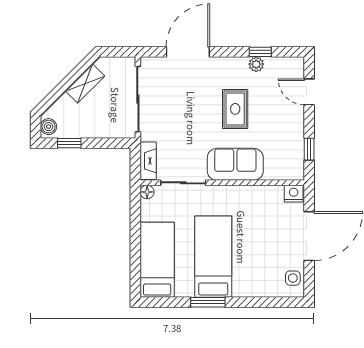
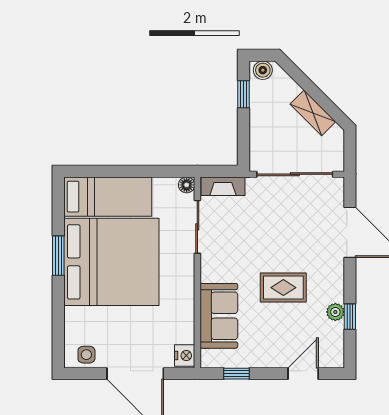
sofa: (235, 164) -> (219, 316), moved
bed: (213, 257) -> (111, 262), width x2.04

